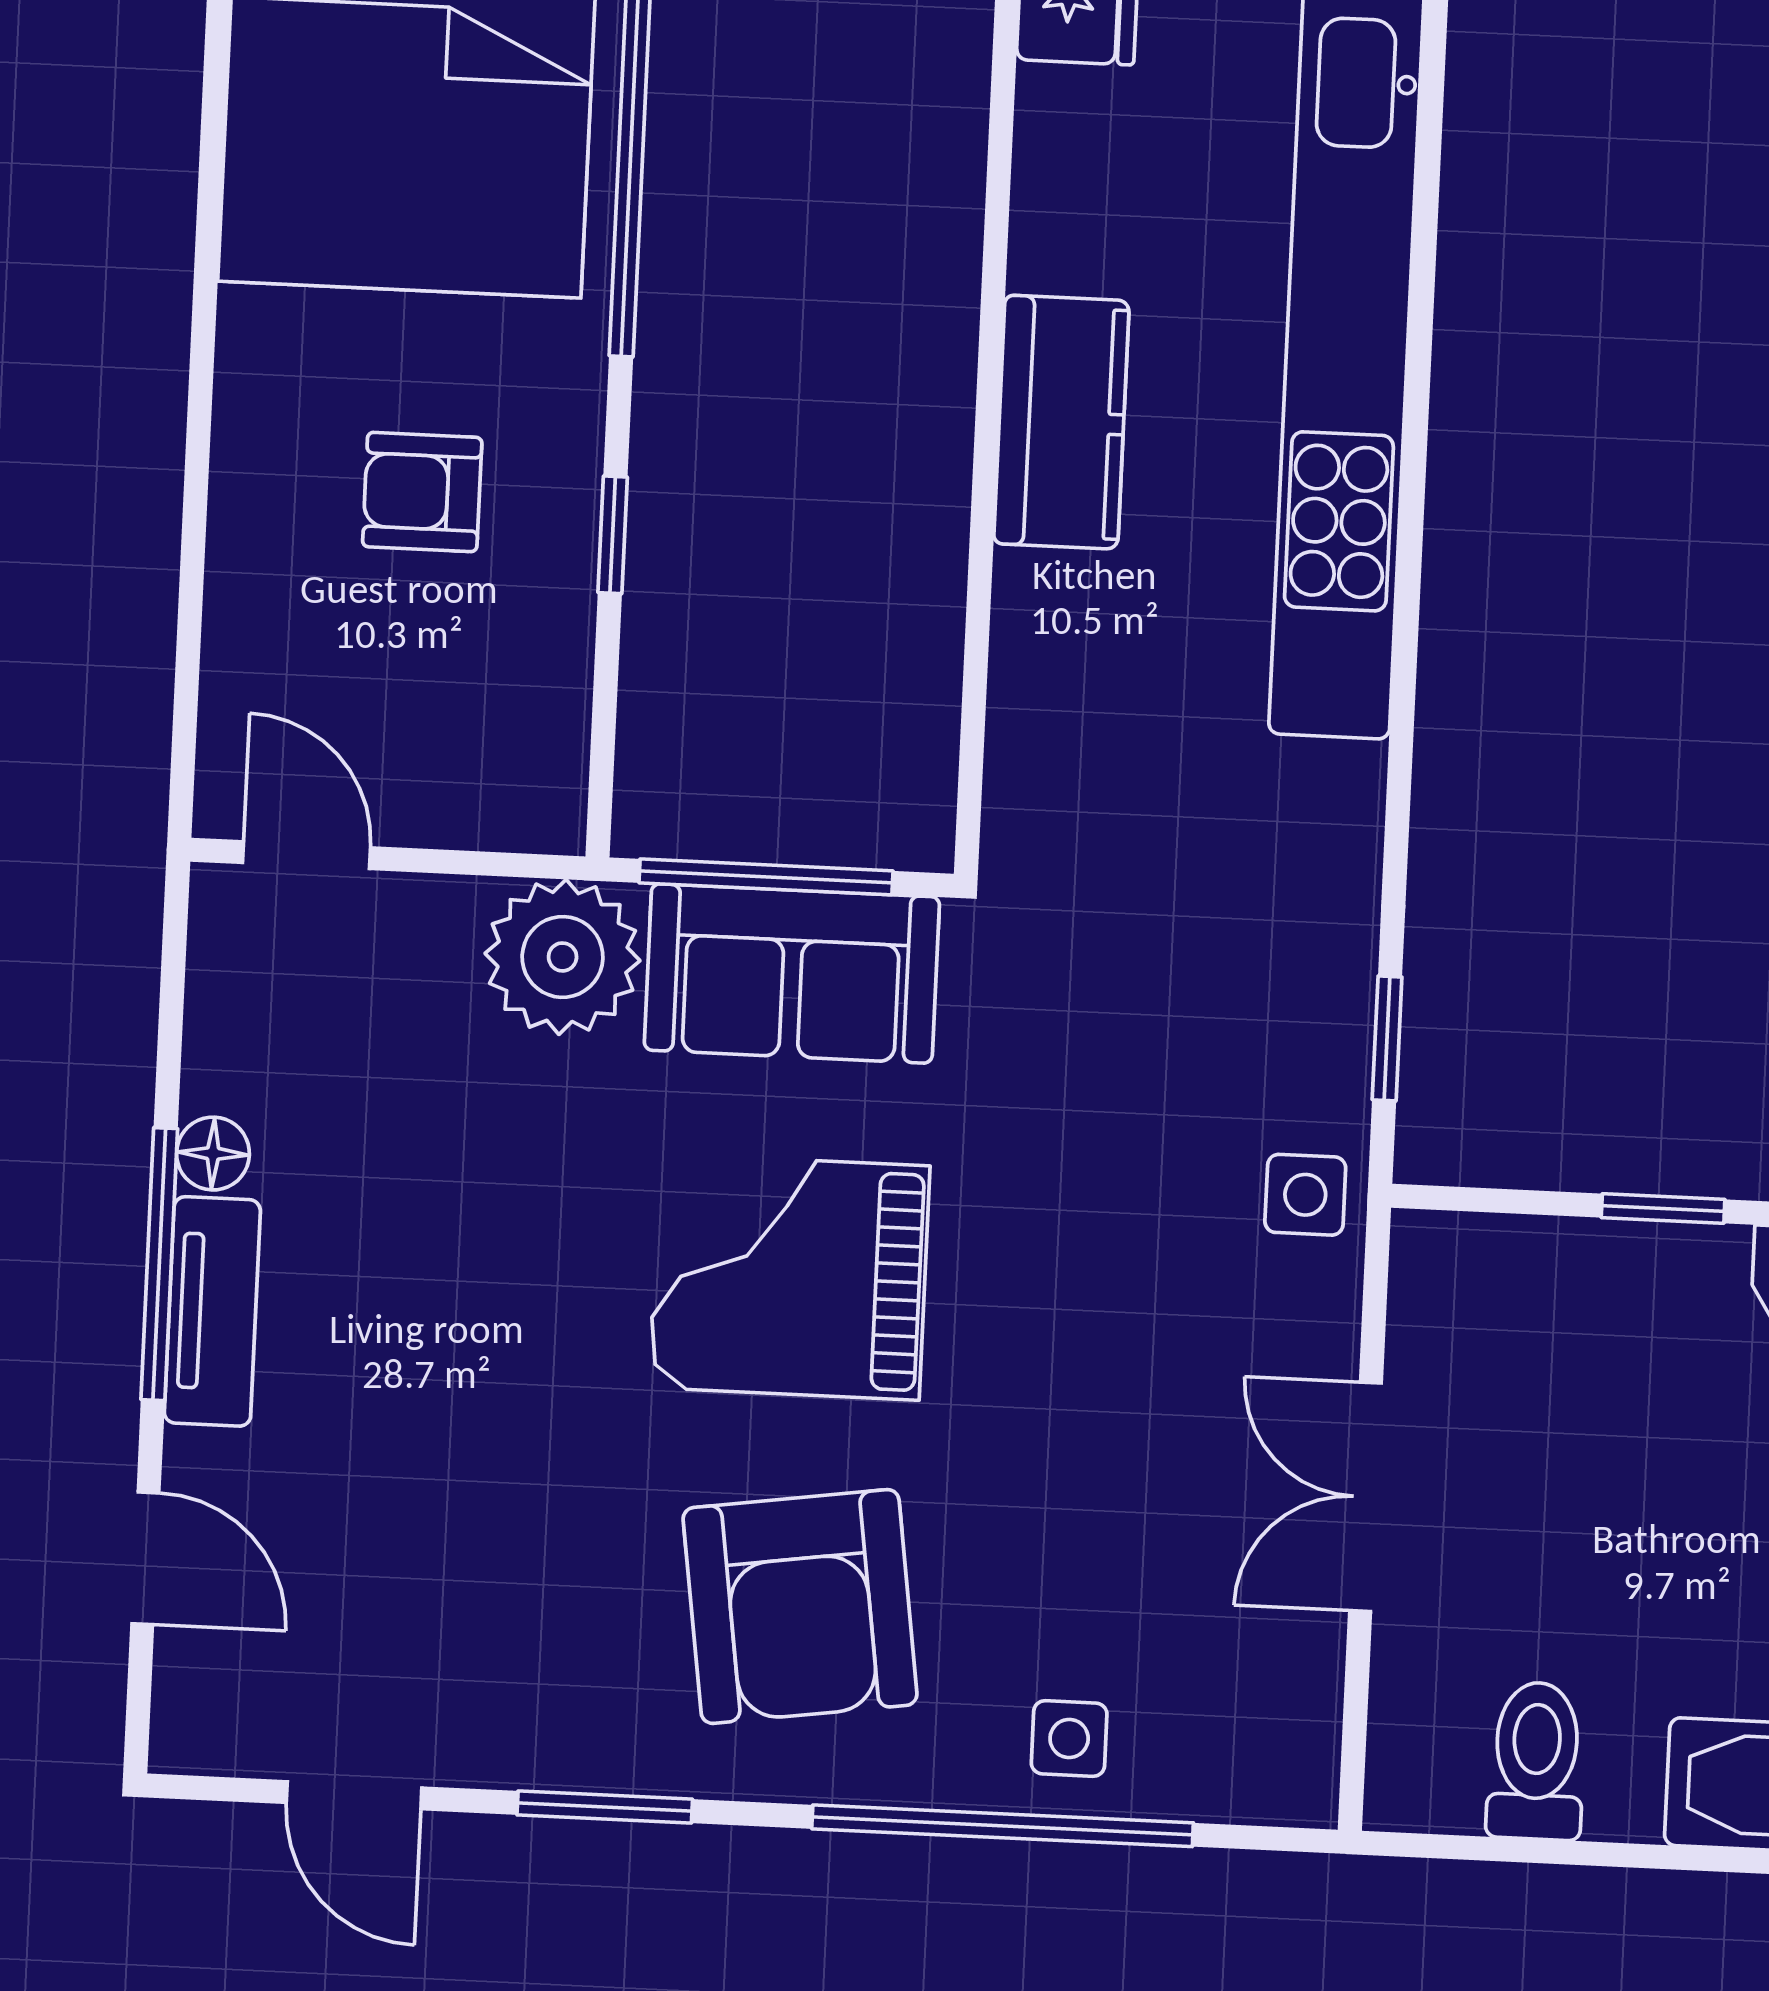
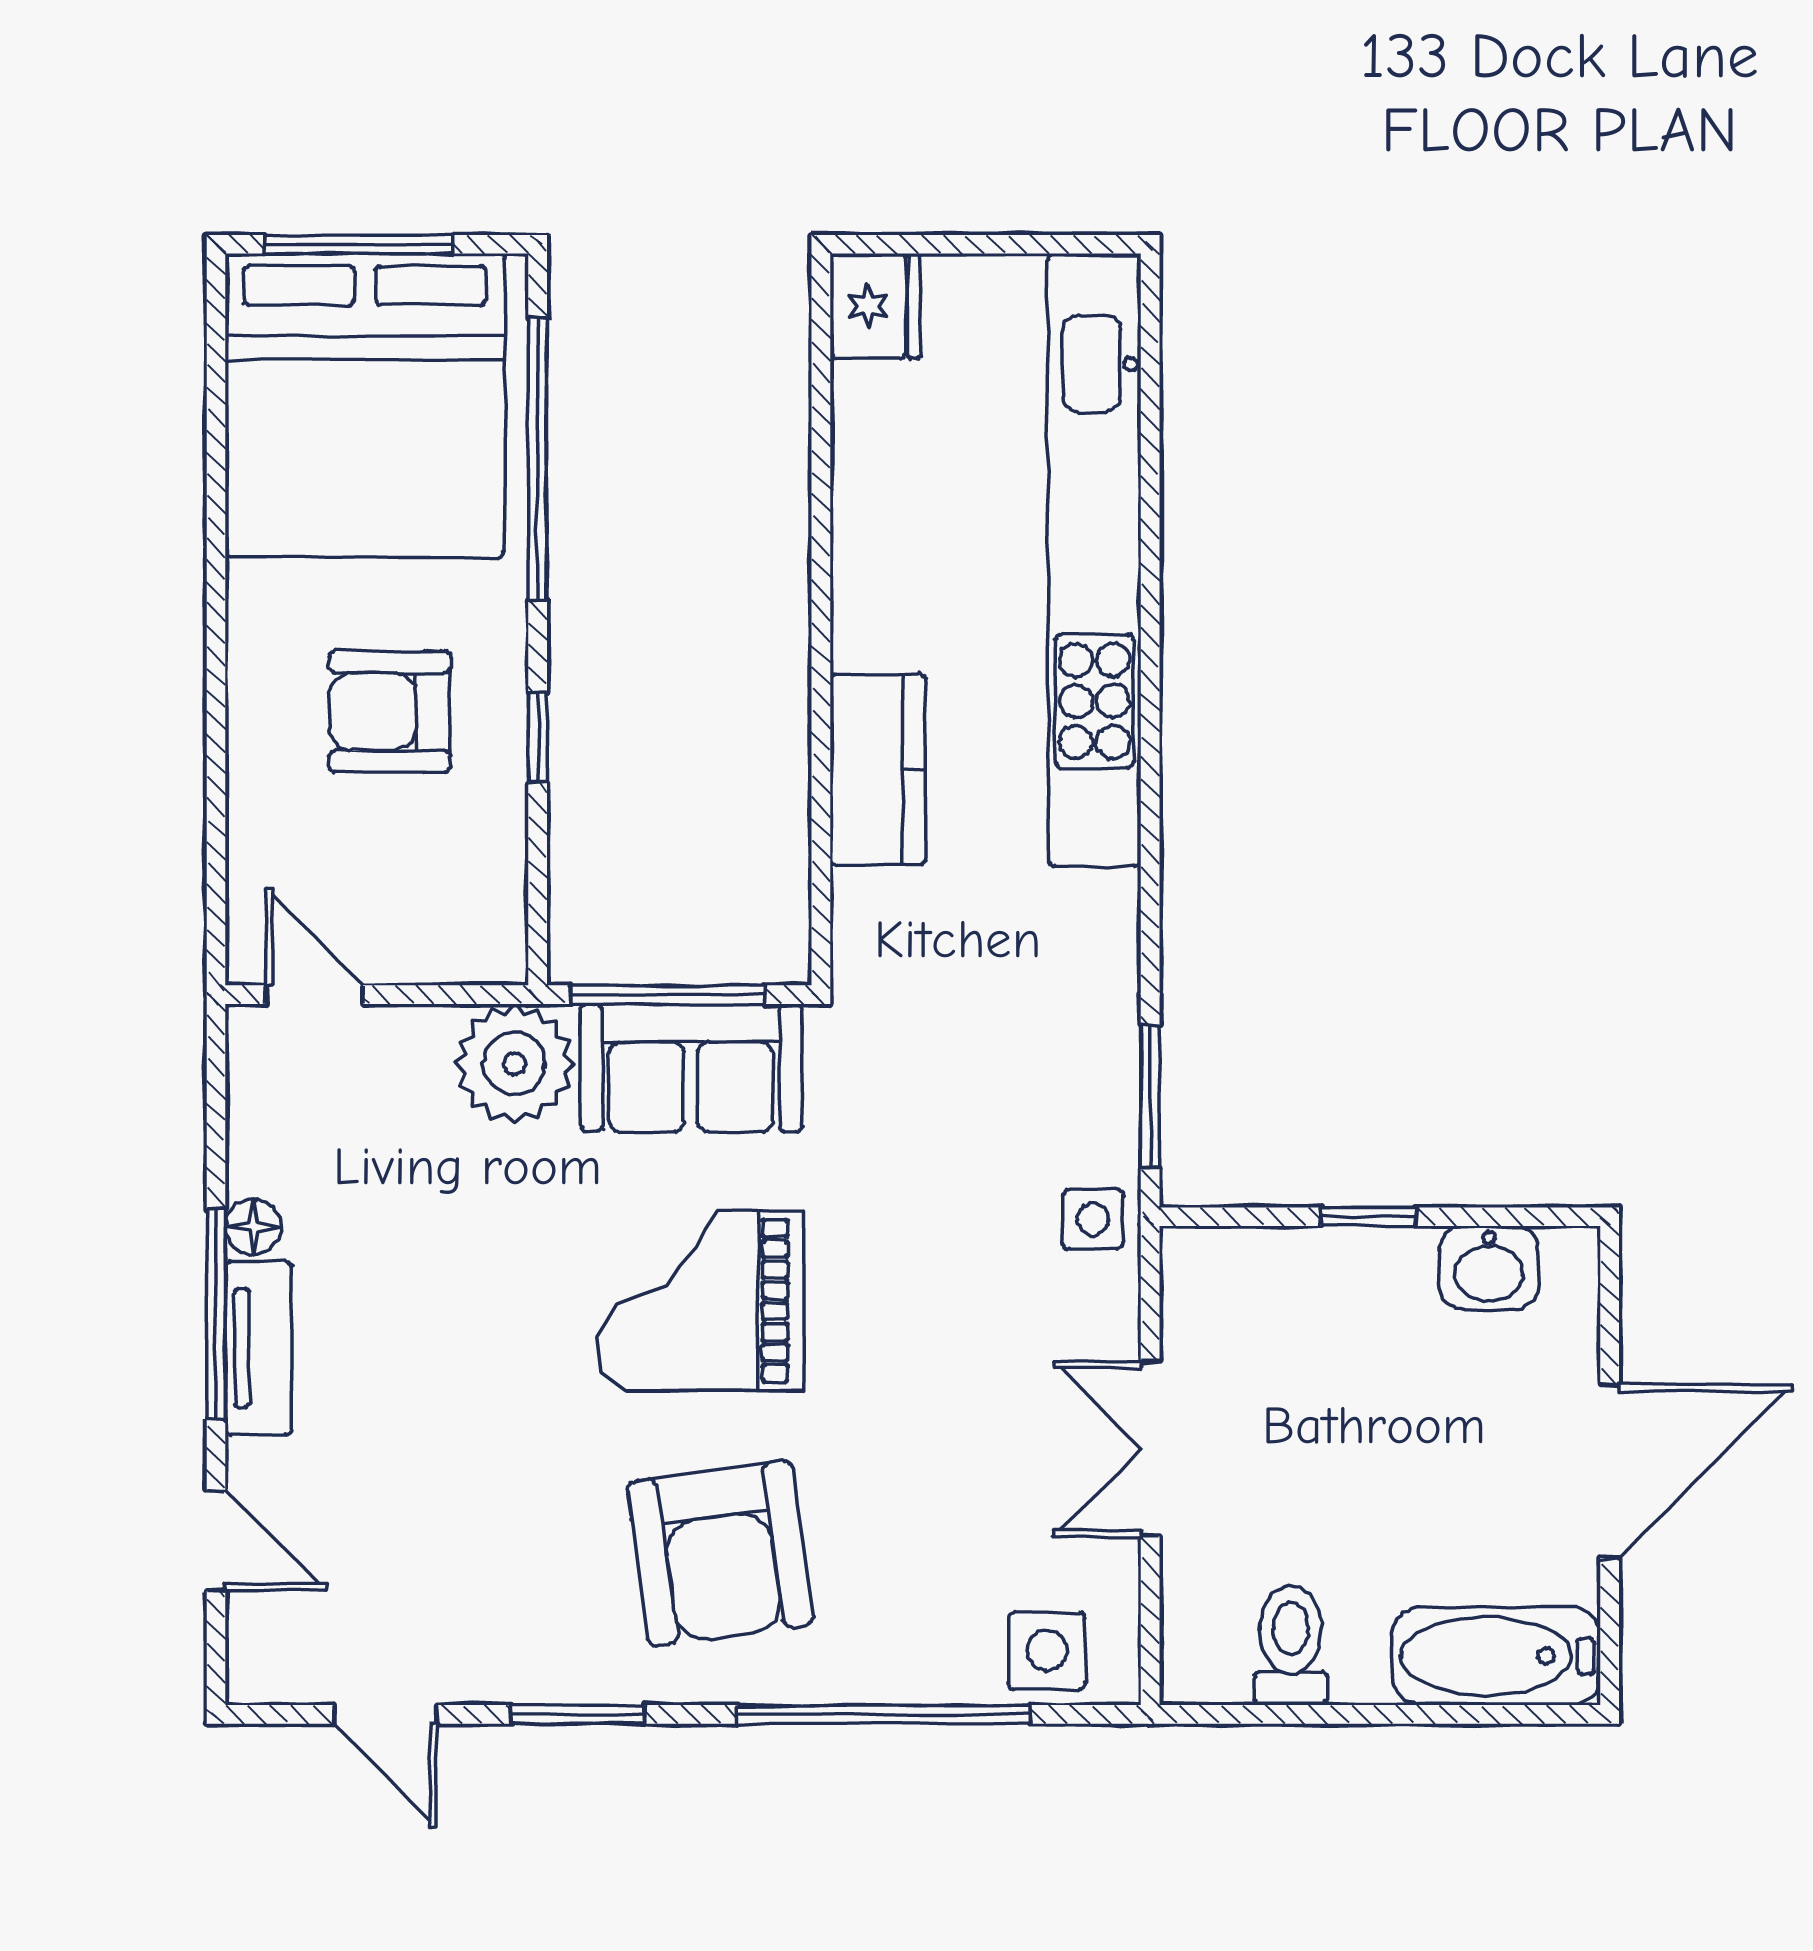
kitchen counter: (1061, 422) -> (878, 769), moved
armchair: (422, 492) -> (390, 712), width x1.38, depth x1.38
window: (1387, 1038) -> (1150, 1096), width x1.50
side table: (1069, 1739) -> (1047, 1651), moved, width x1.37, depth x1.37

